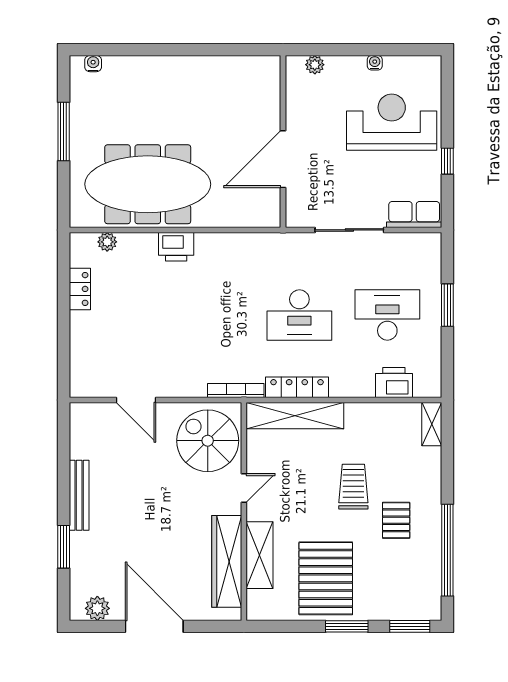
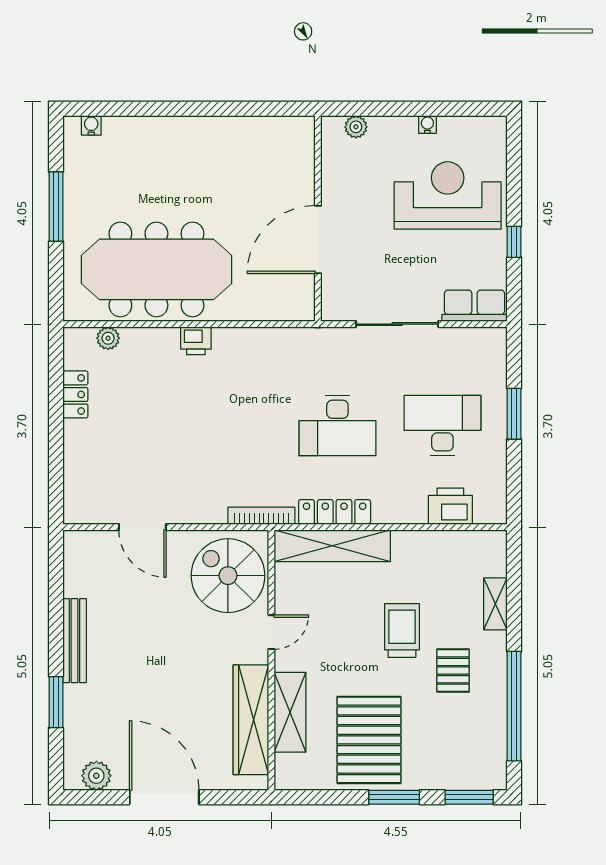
printer: (176, 247) -> (196, 341), width x0.73, depth x0.81
shelving: (432, 424) -> (495, 604), moved

